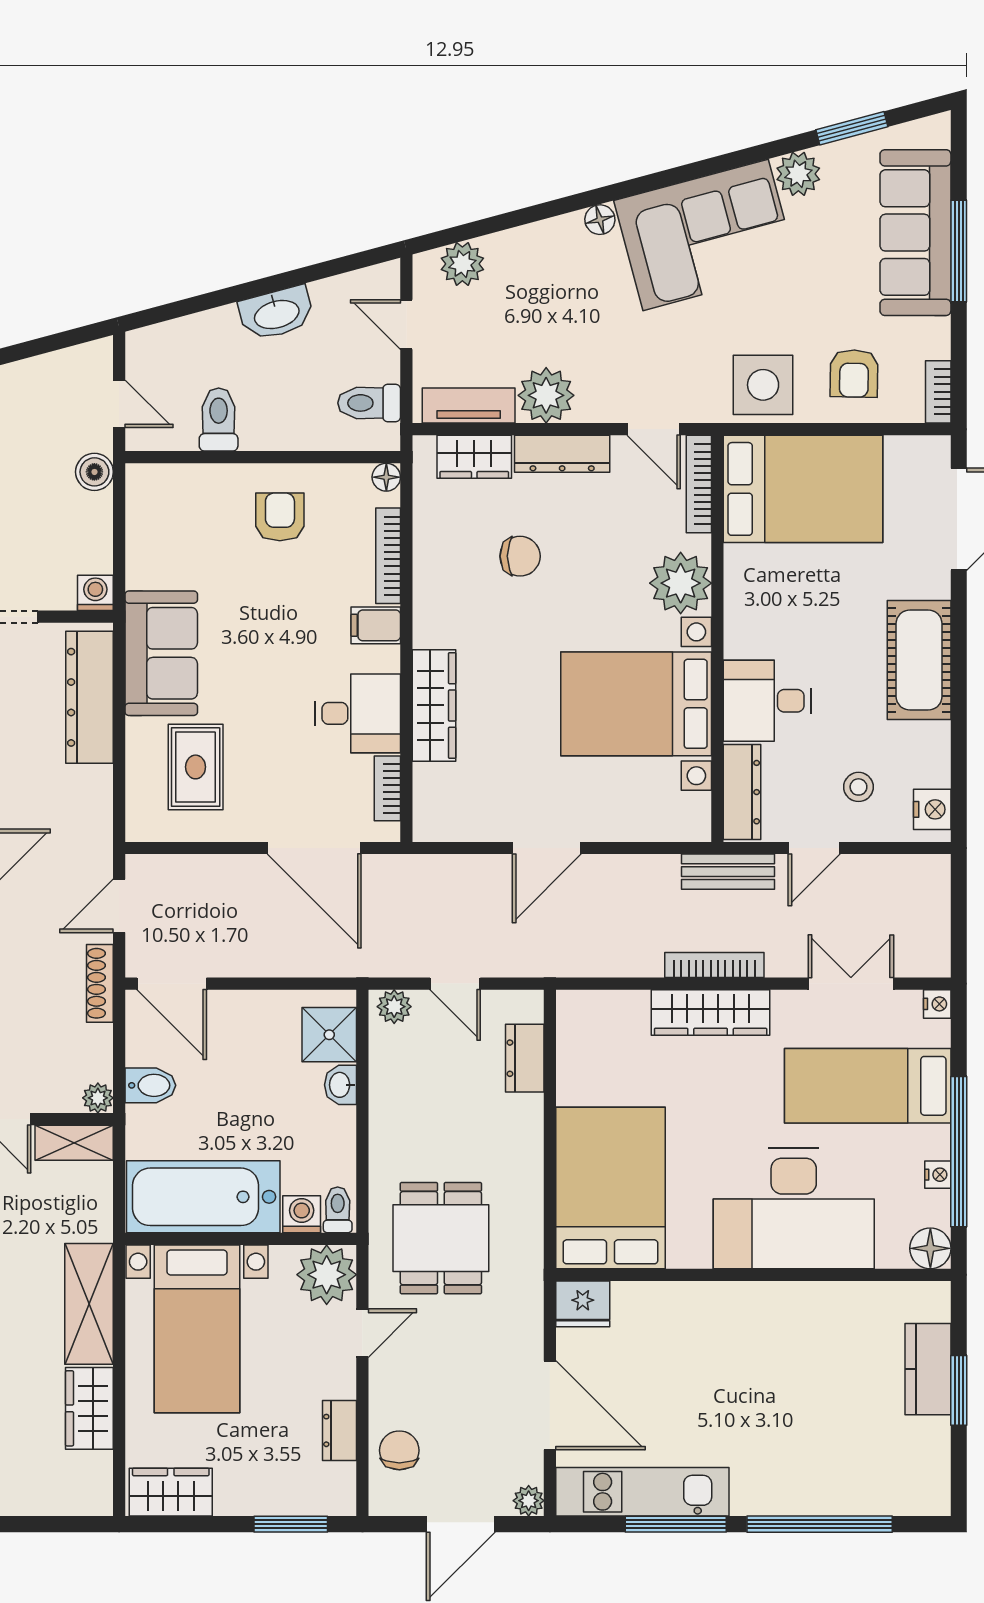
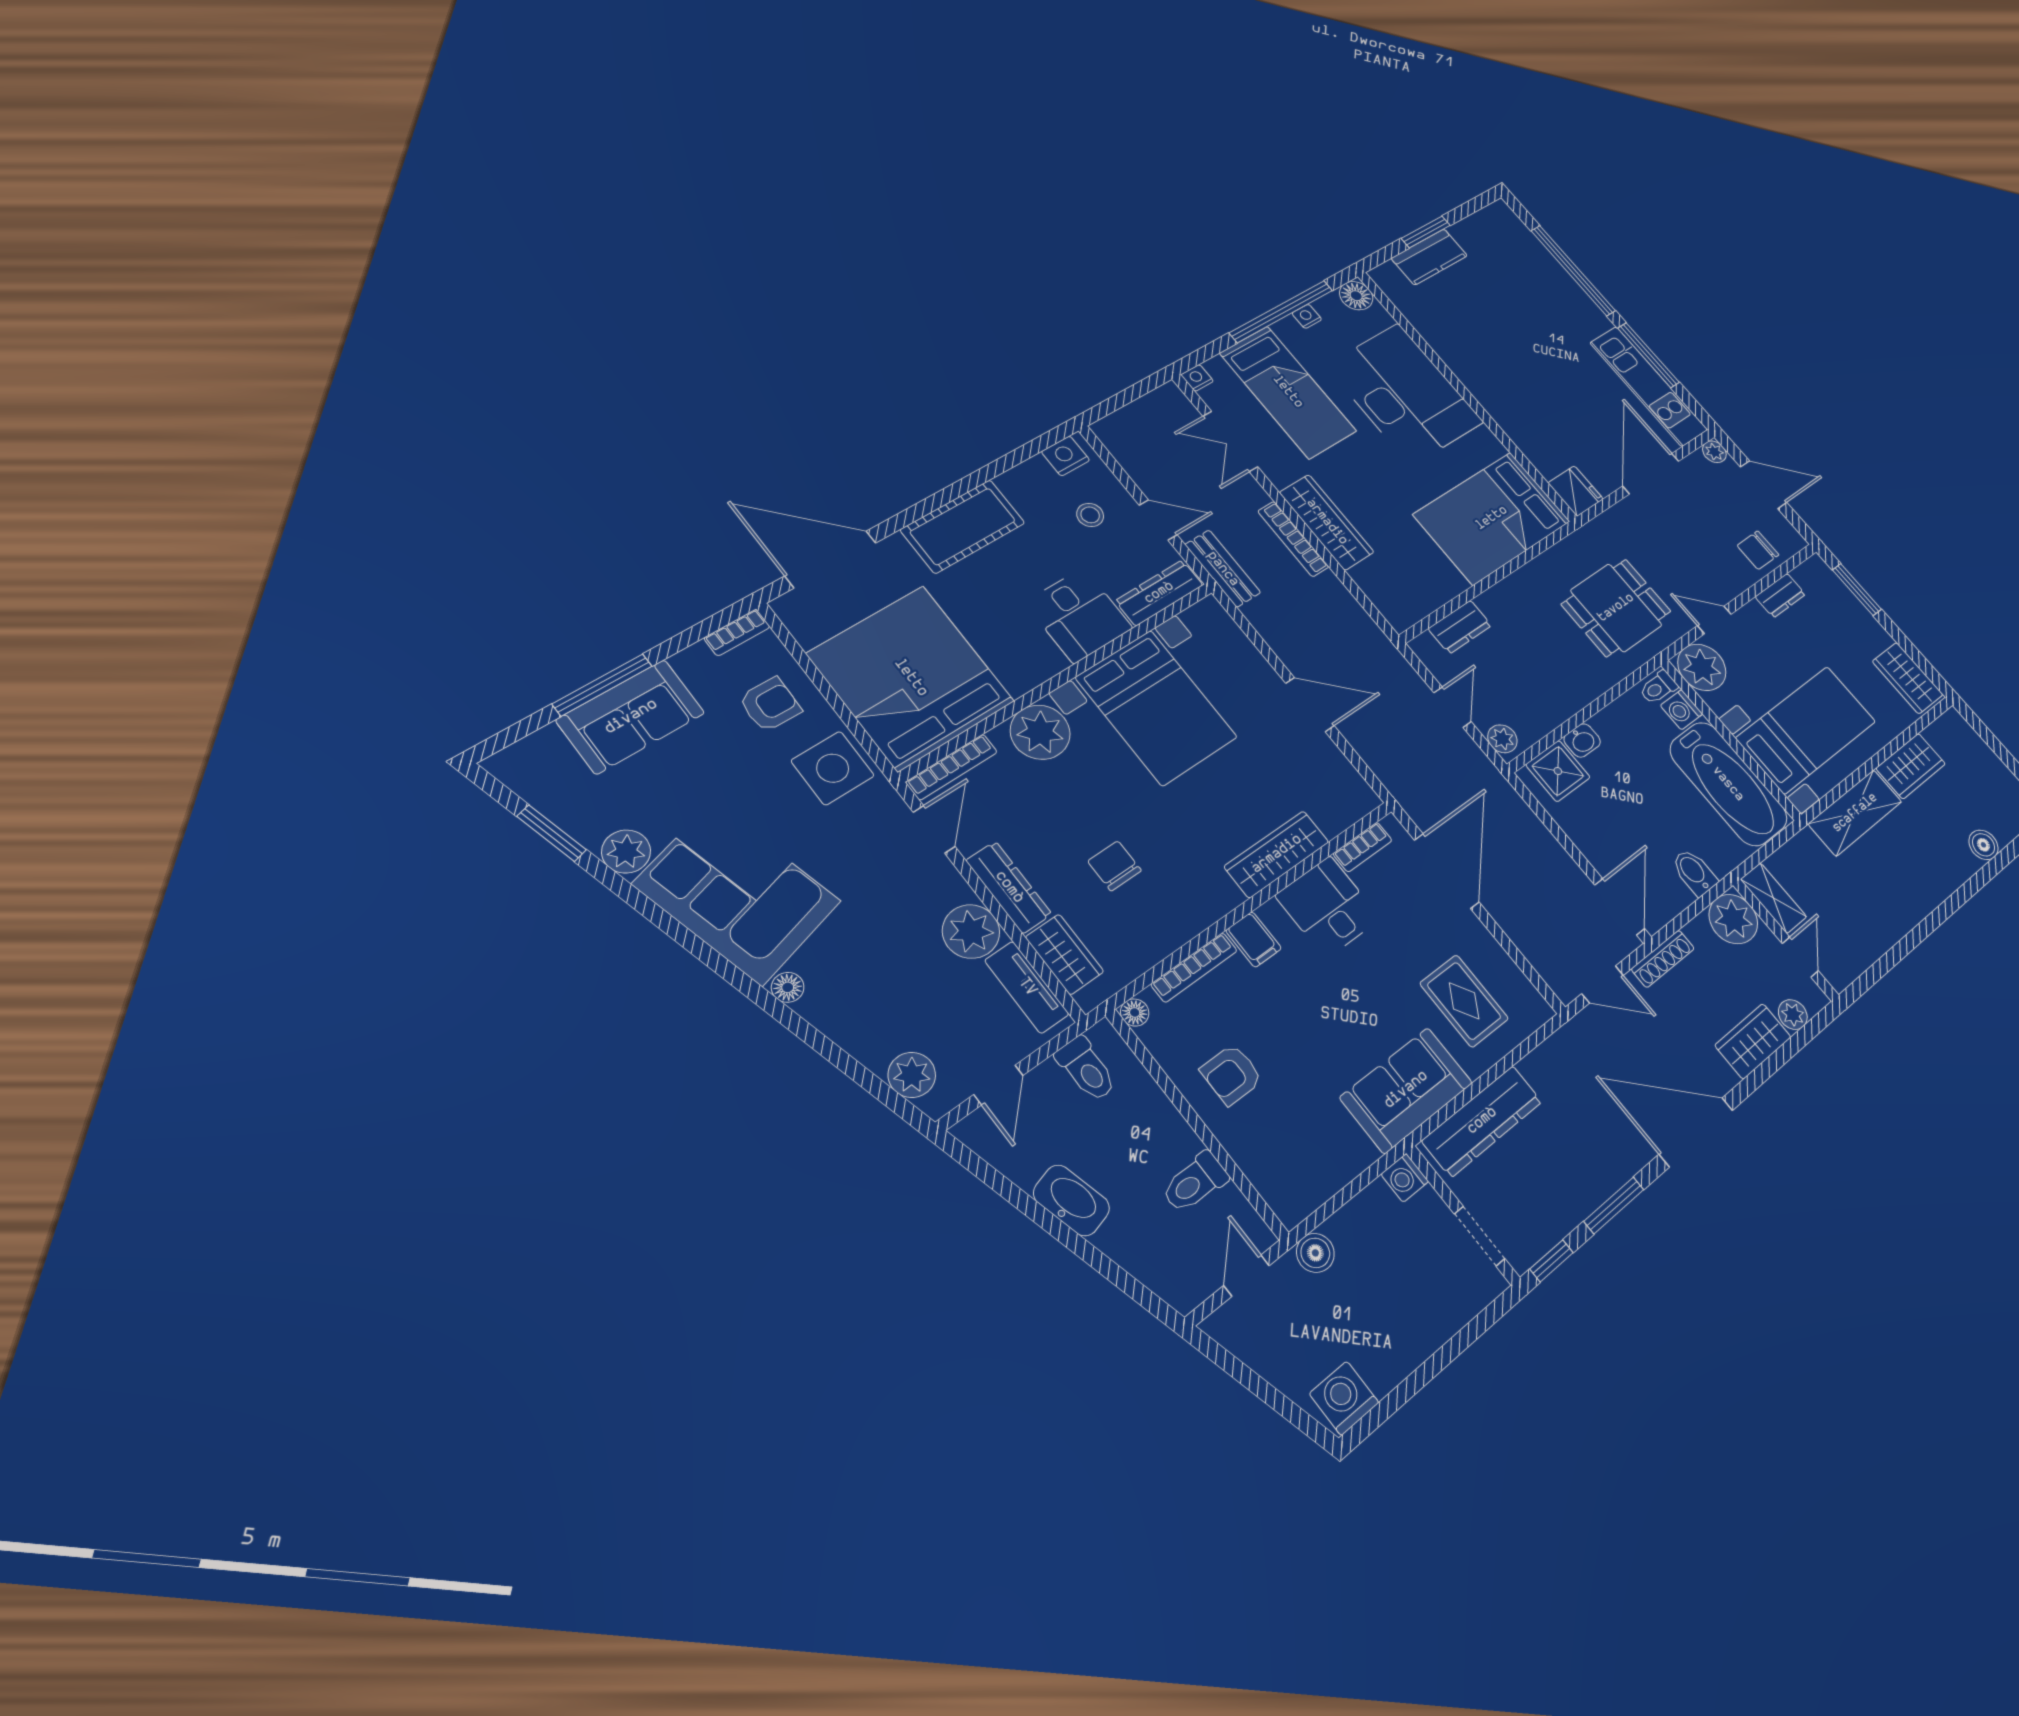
sofa: (915, 233) -> (631, 717), width x0.73
bed: (803, 489) -> (911, 678), width x1.36
rug: (196, 767) -> (1464, 1001), turned 90
plant: (98, 1098) -> (1733, 919), width x1.88, depth x1.88

